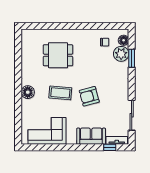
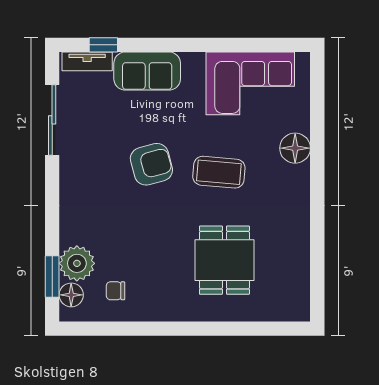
dining table: (58, 55) -> (224, 260), turned 90
window: (132, 58) -> (52, 277), moved
floor lamp: (28, 92) -> (295, 148), moved

